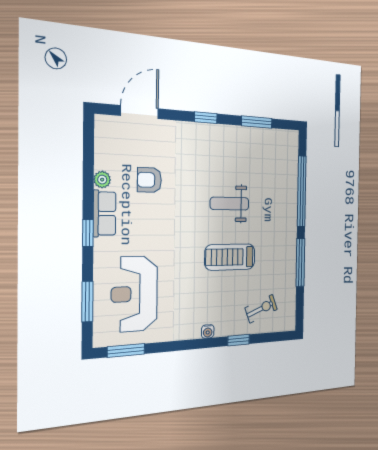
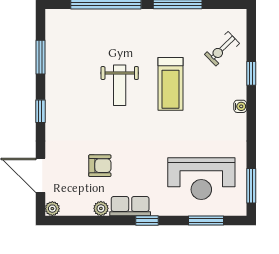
plant: (103, 123) -> (52, 209), added
armchair: (149, 180) -> (100, 166), turned -90
exercise bike: (261, 309) -> (222, 49), turned -113

